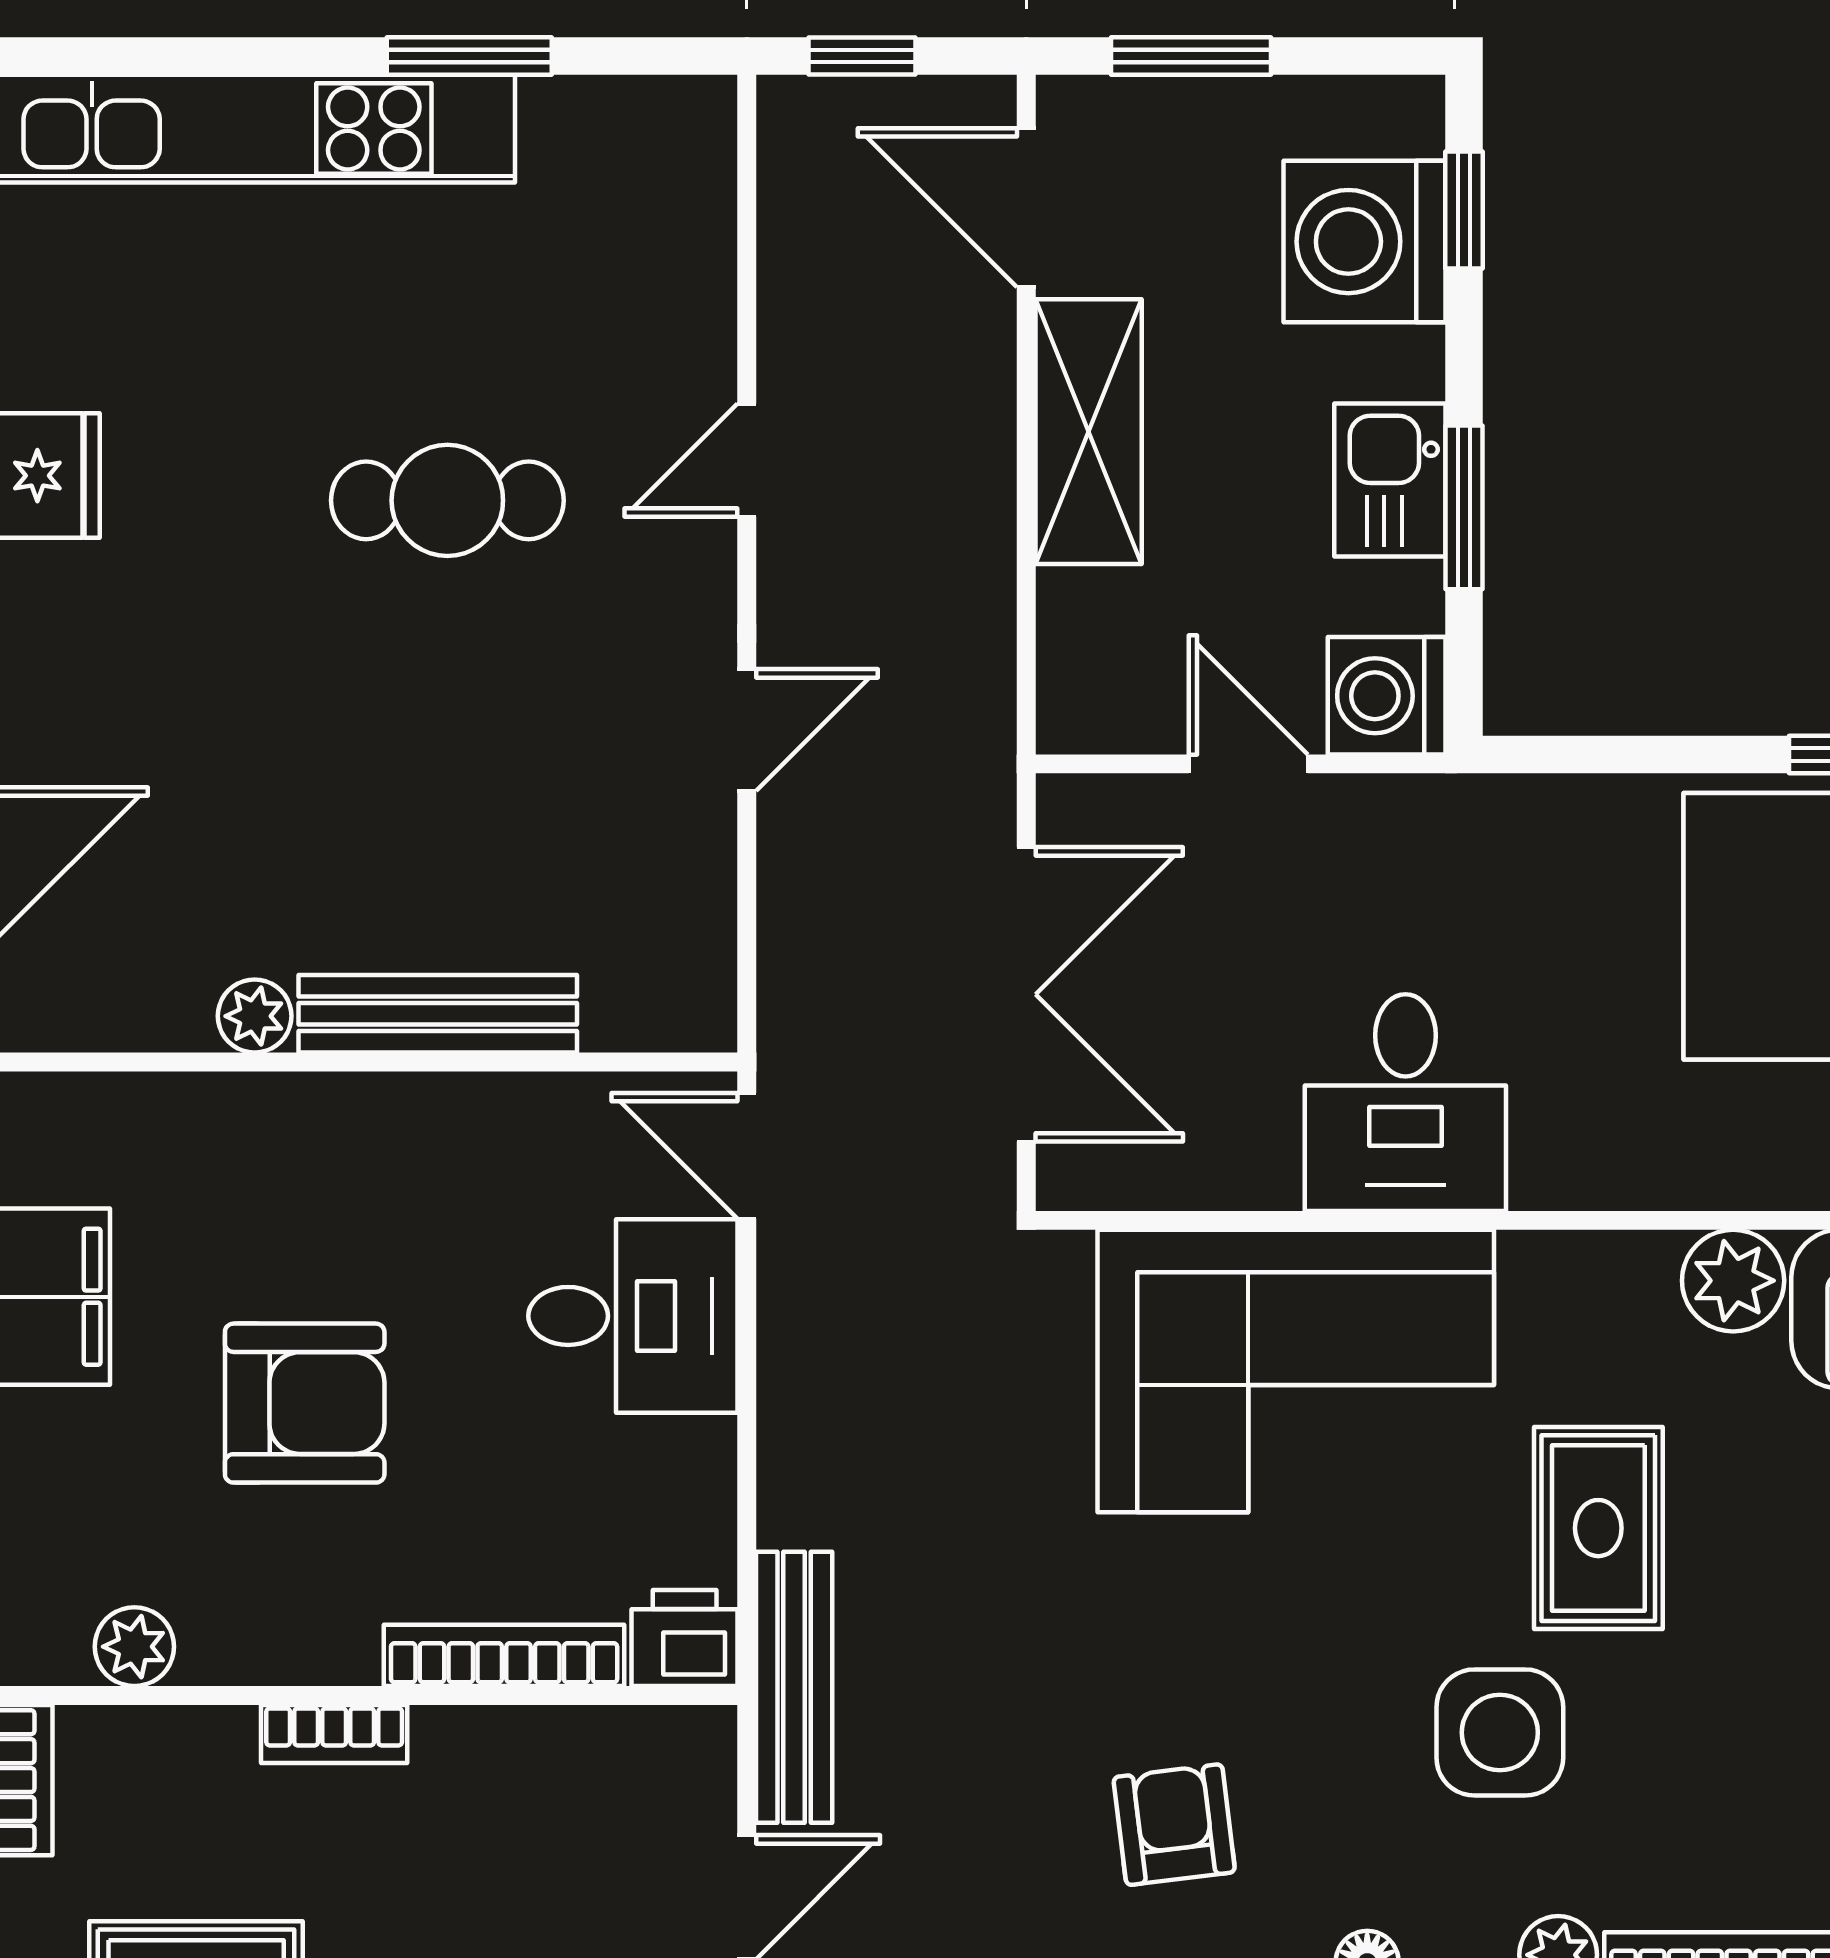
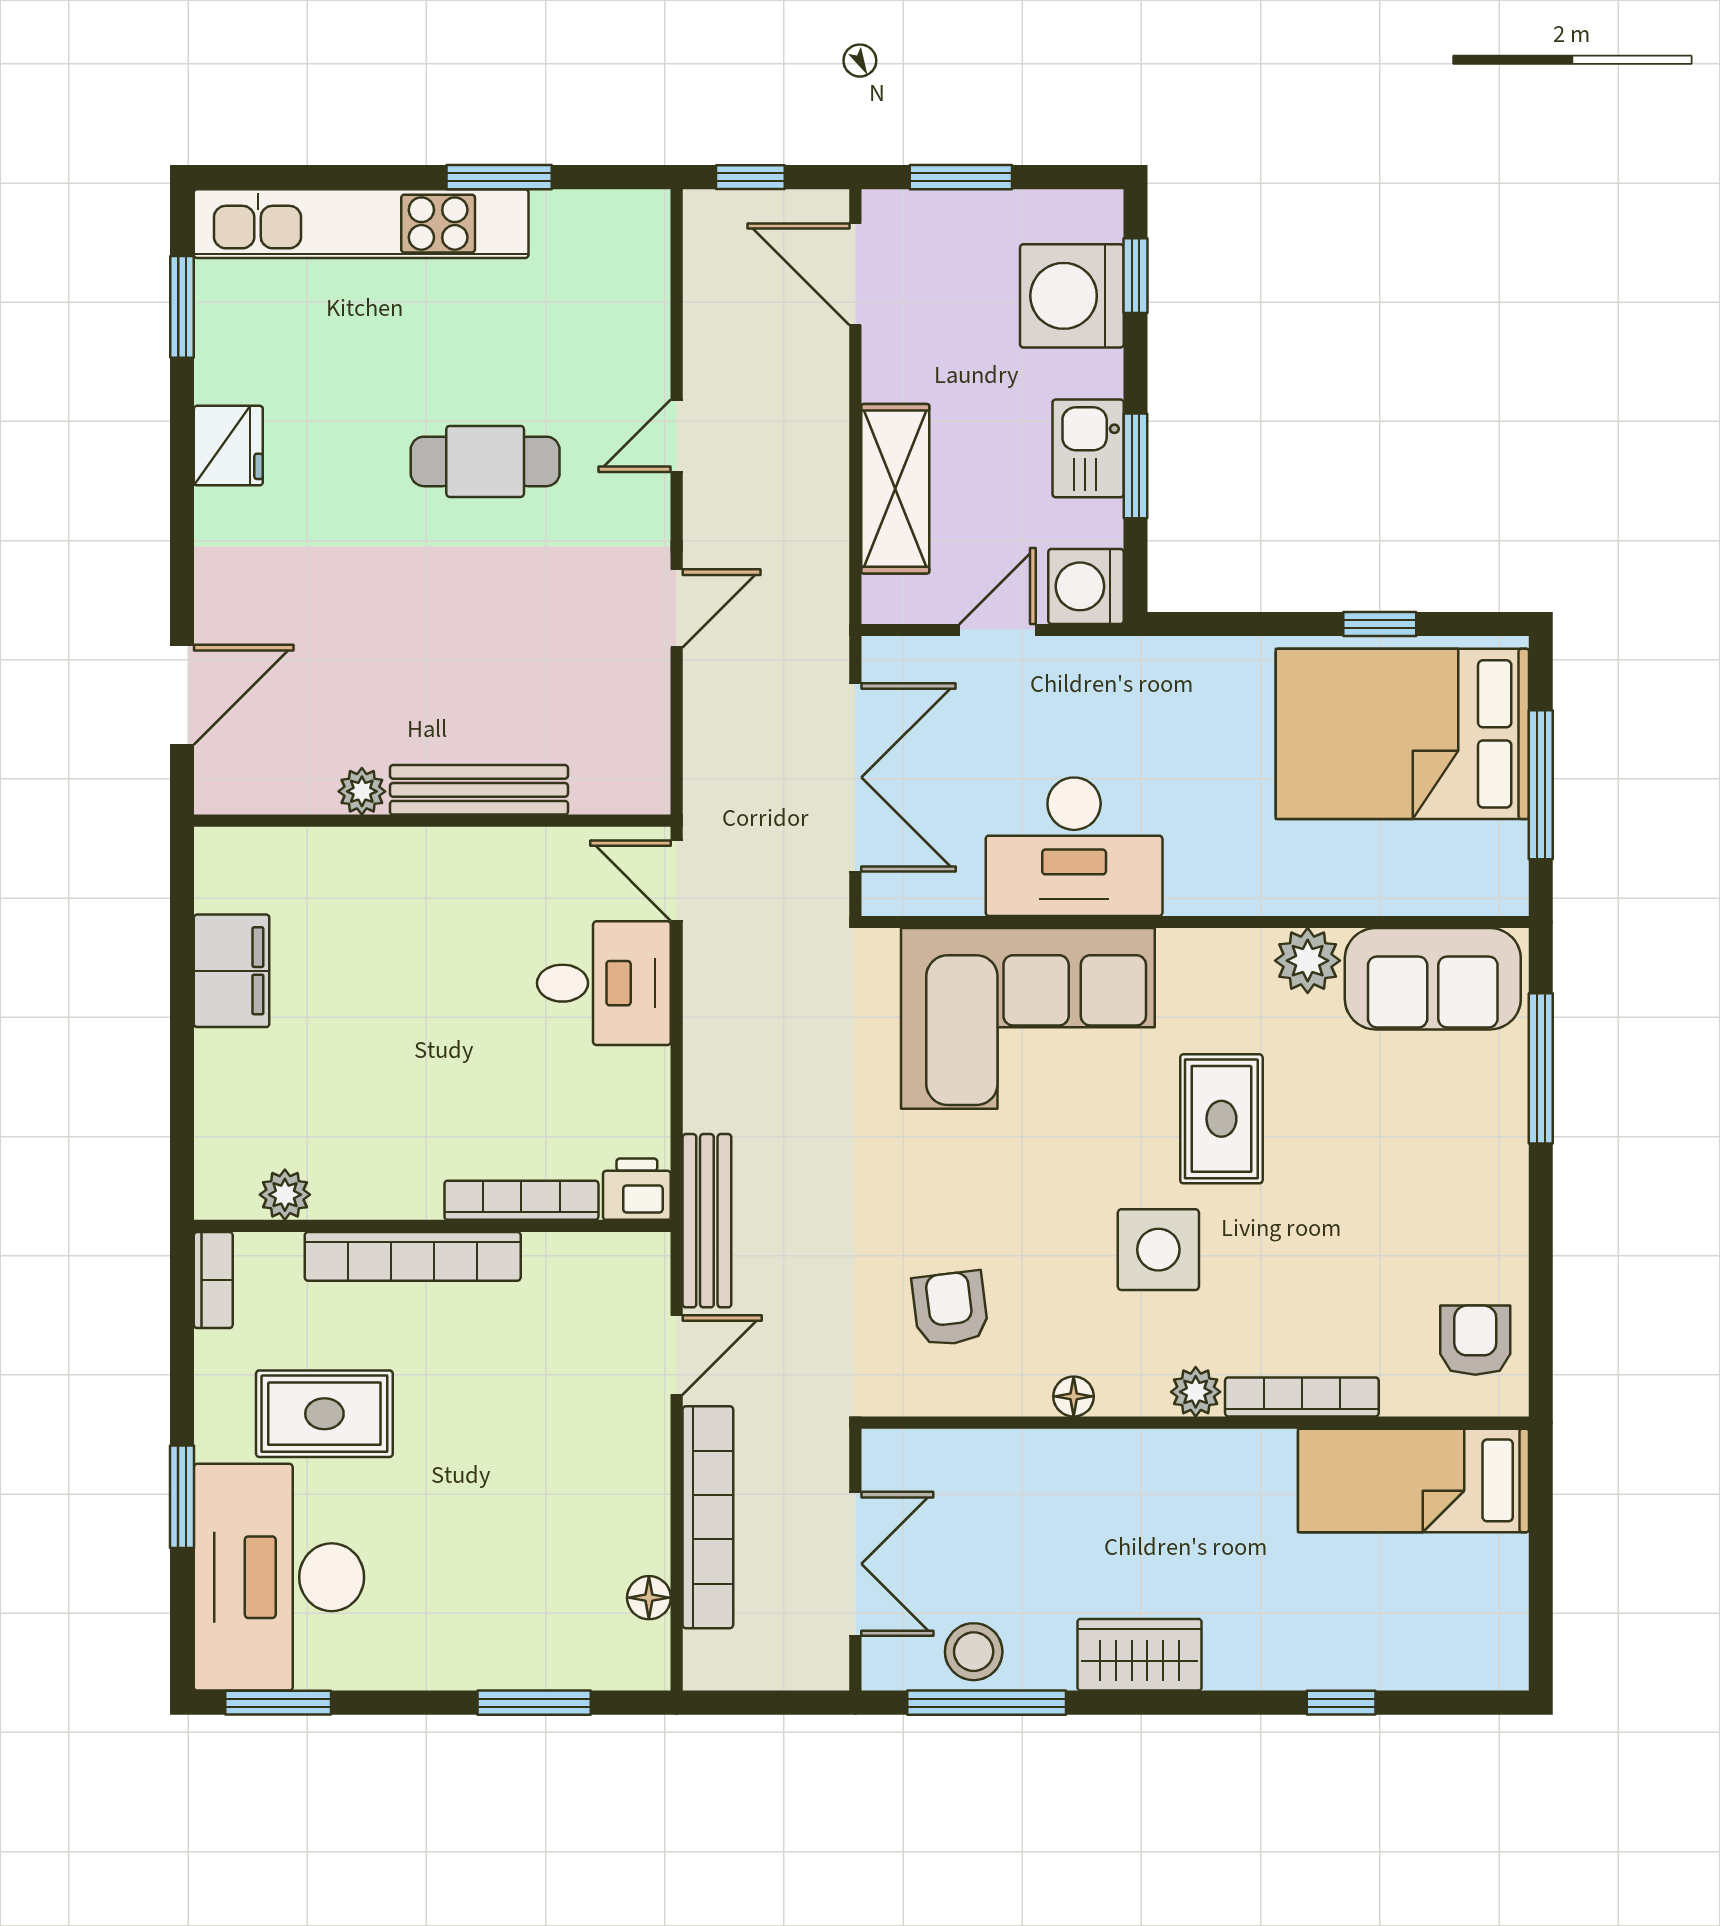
shelving: (1089, 432) -> (895, 489), moved
door: (1248, 764) -> (997, 630), hinge flipped
desk: (1405, 1103) -> (1074, 847), width x1.37
armchair: (305, 1403) -> (394, 1039), removed
bookcase: (334, 1734) -> (413, 1256), width x2.31, depth x1.31

